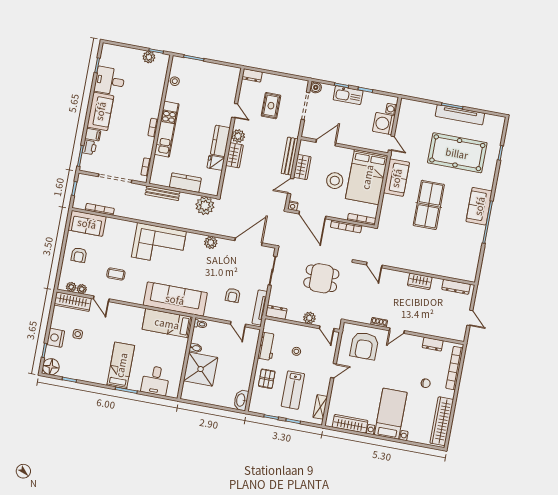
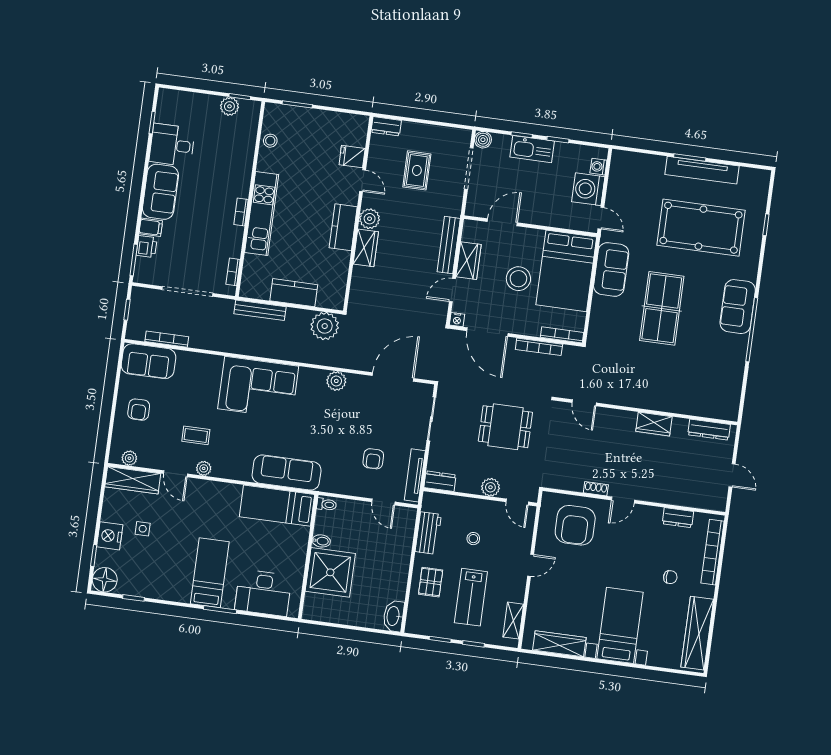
fridge: (216, 163) -> (352, 157), moved
plant: (82, 289) -> (204, 468), moved
sofa: (175, 299) -> (287, 473), width x0.74, depth x0.79
desk: (155, 380) -> (263, 593), width x1.37

